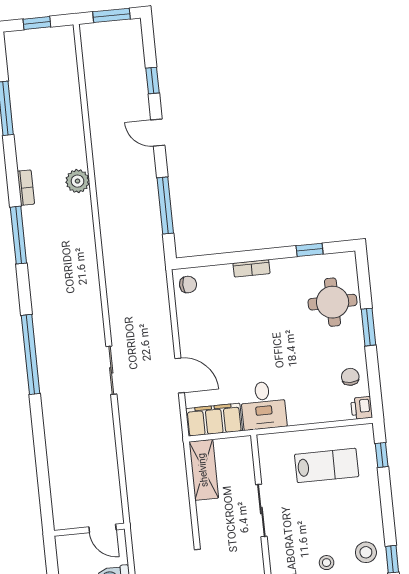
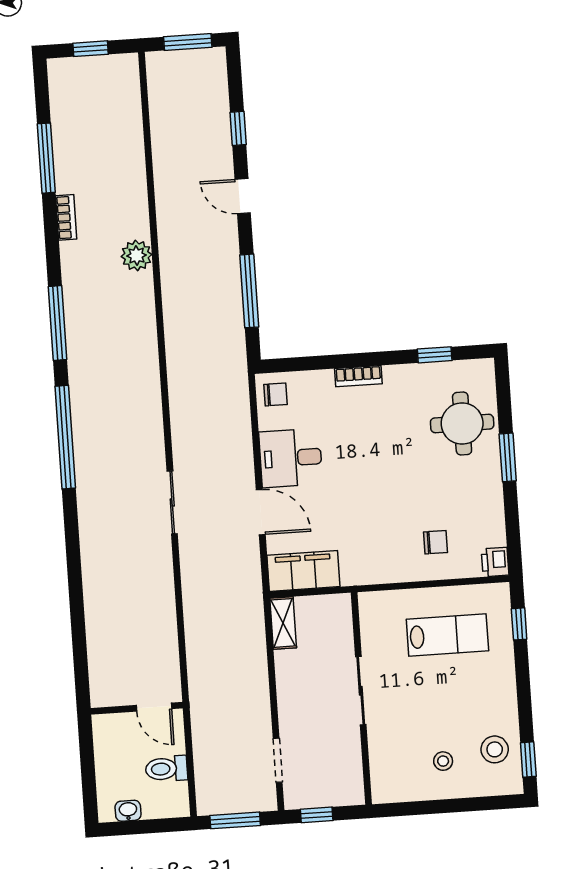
bookcase: (26, 188) -> (66, 217), moved
window: (31, 354) -> (65, 437), moved
chair: (350, 377) -> (436, 542), moved, turned 90
desk: (263, 405) -> (291, 458), moved, turned 90
shelving: (204, 470) -> (283, 623), width x0.67, depth x0.75

